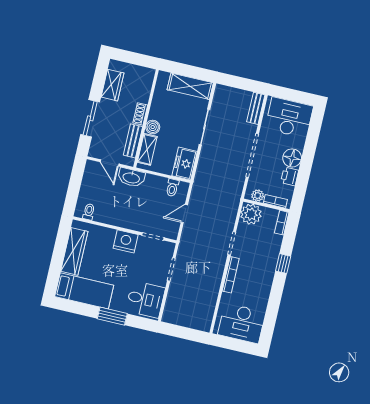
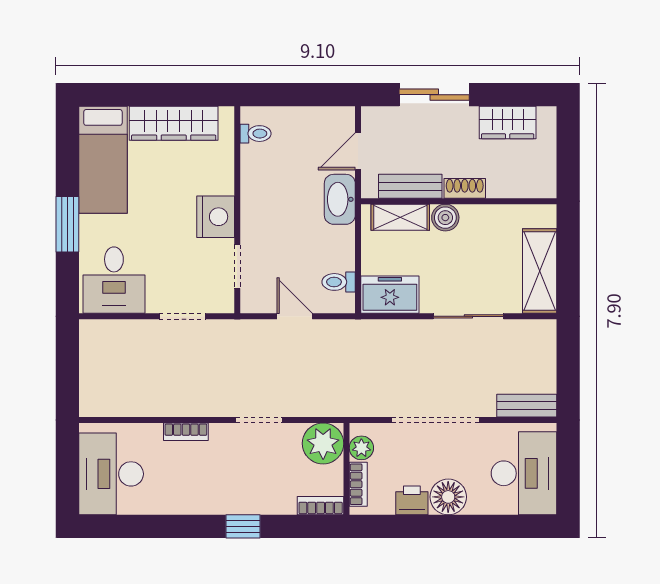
bookcase: (231, 275) -> (186, 432), width x0.64

